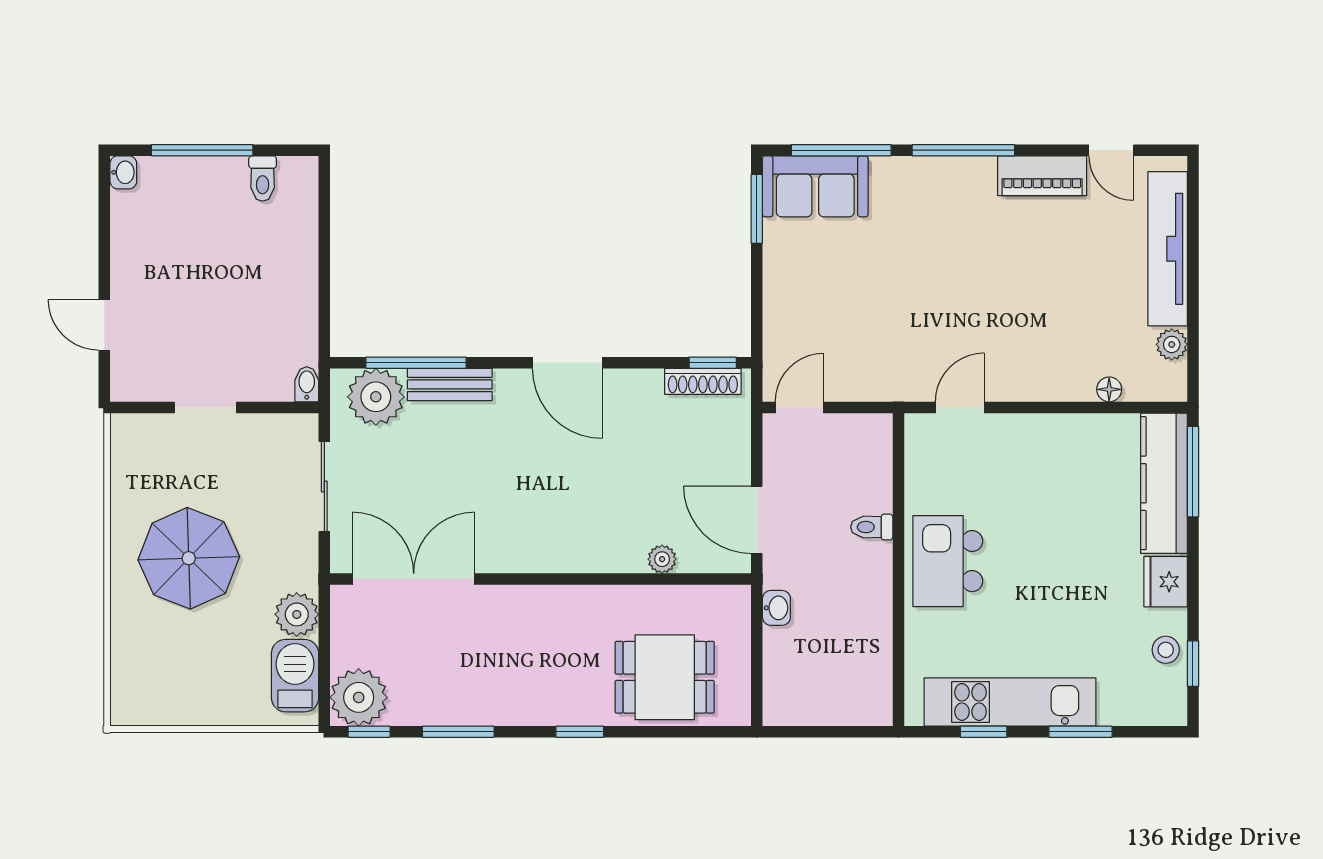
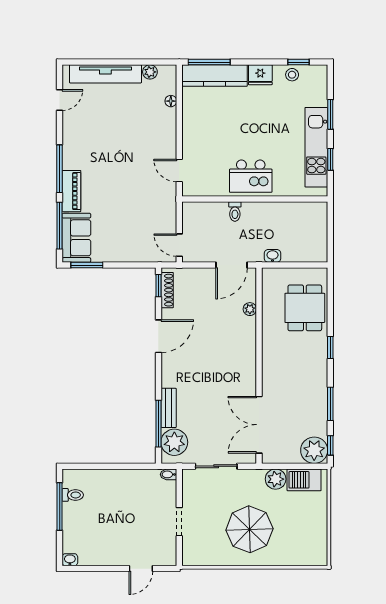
window: (202, 150) -> (60, 506), moved
piano: (1042, 176) -> (71, 191), moved
door: (568, 363) -> (158, 336), moved

